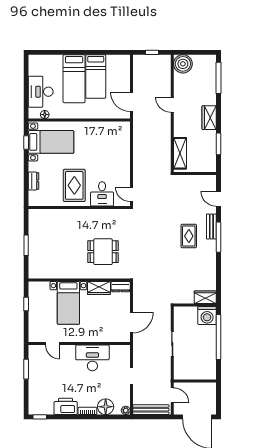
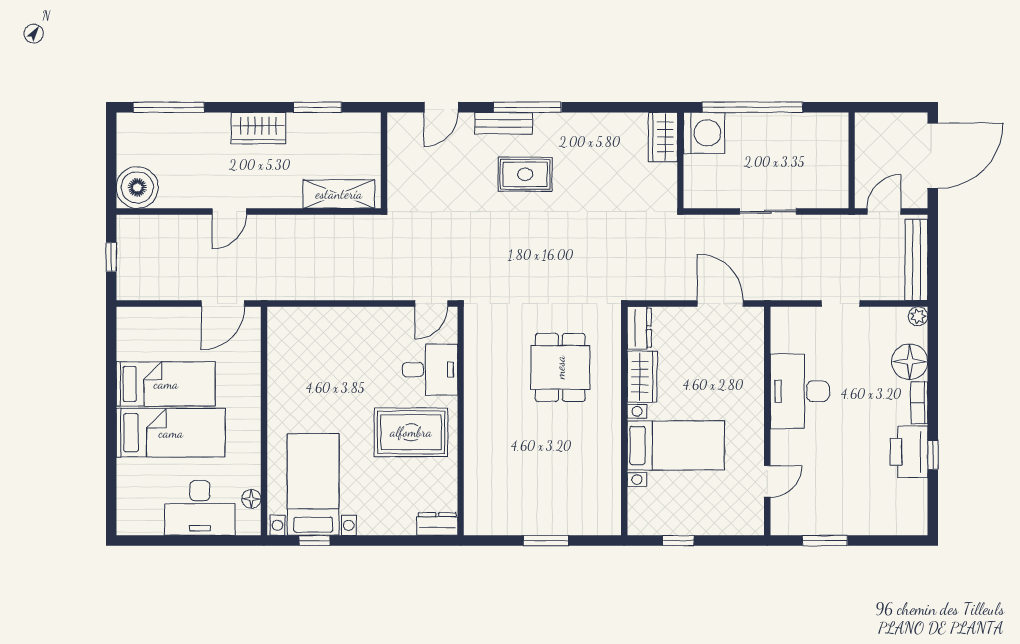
dresser: (34, 181) -> (437, 524), moved
window: (40, 417) -> (933, 455), moved

